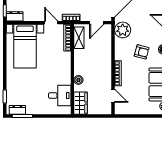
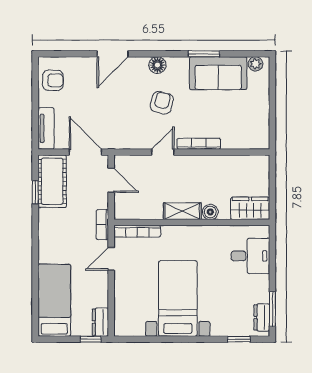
plant: (123, 30) -> (124, 136), removed
shelving: (79, 38) -> (182, 211), moved
bed with nightstands: (25, 46) -> (178, 298), moved, turned -90
desk: (60, 96) -> (250, 256), moved, turned 90
door: (113, 96) -> (163, 152), moved

